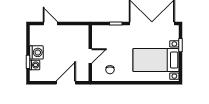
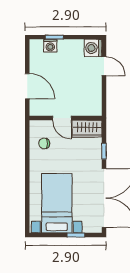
door: (50, 24) -> (104, 66), hinge flipped
wardrobe: (99, 37) -> (87, 129), added
washing machine: (36, 52) -> (93, 48), moved, turned 90

